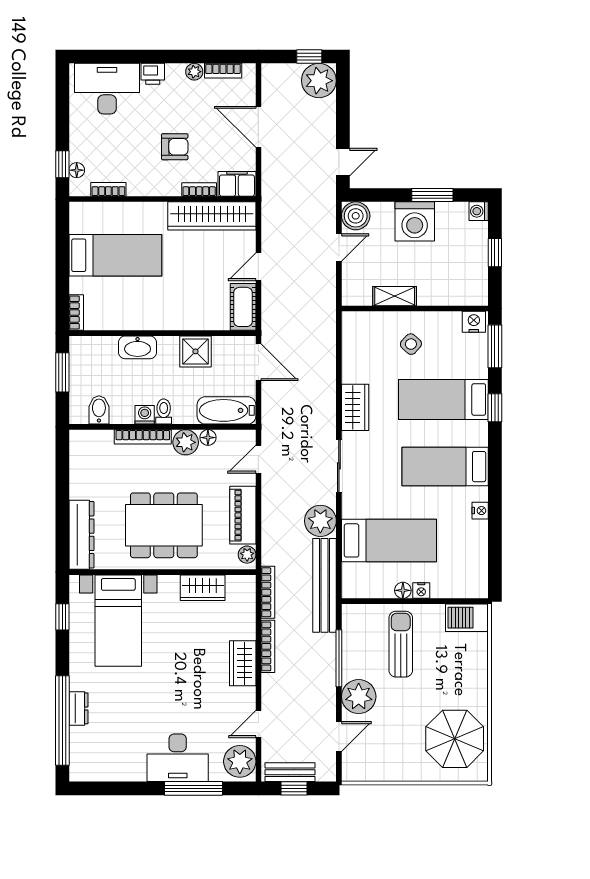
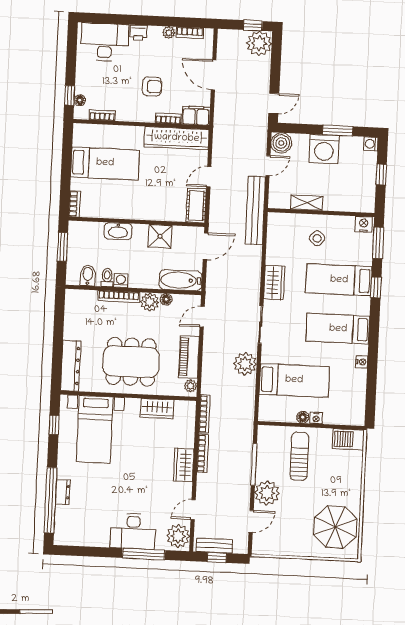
door: (258, 362) -> (205, 246), hinge flipped
toilet: (164, 412) -> (107, 278), moved
bench: (325, 585) -> (255, 210), moved

